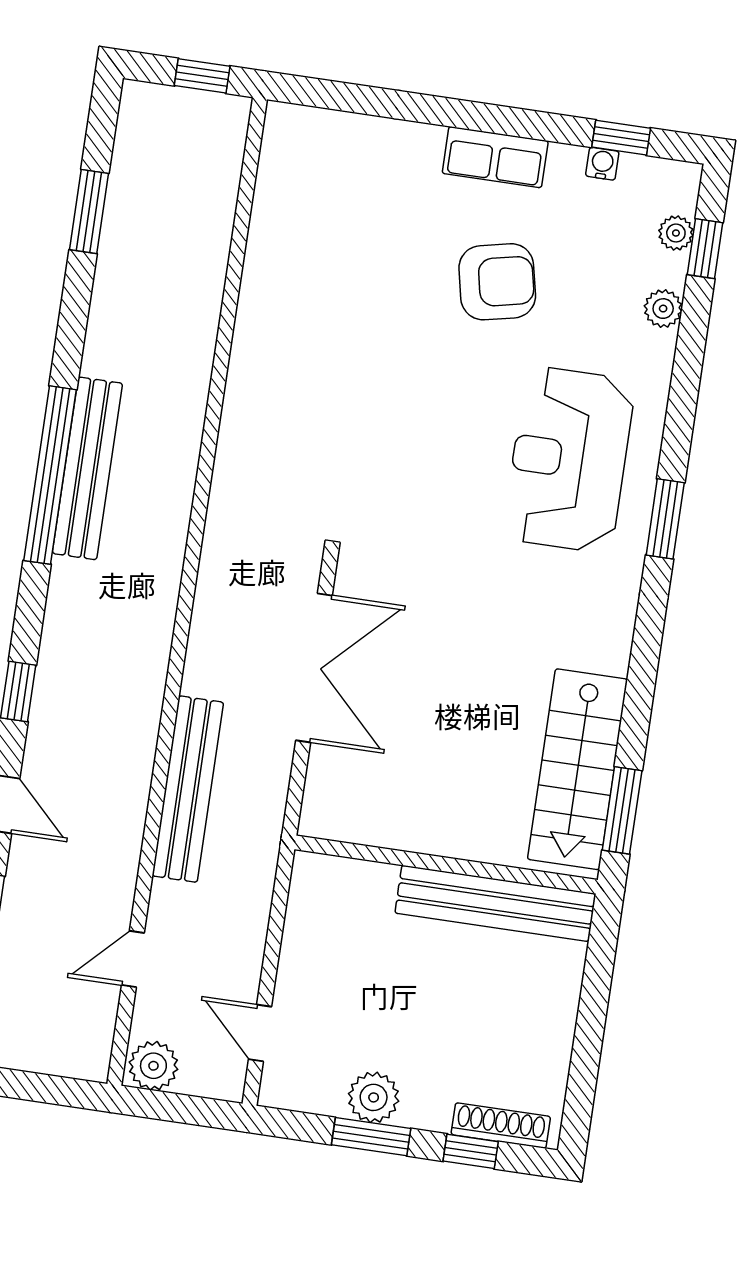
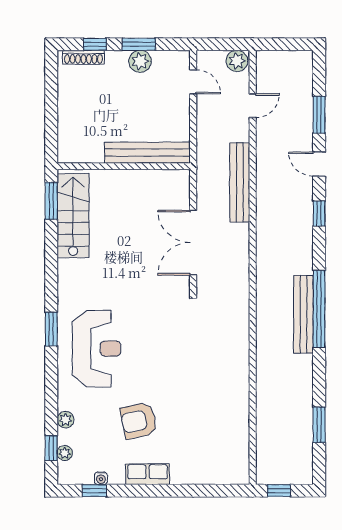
bench: (495, 903) -> (147, 153), moved

